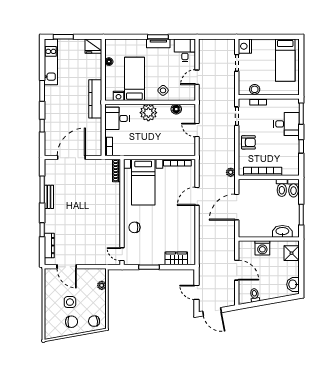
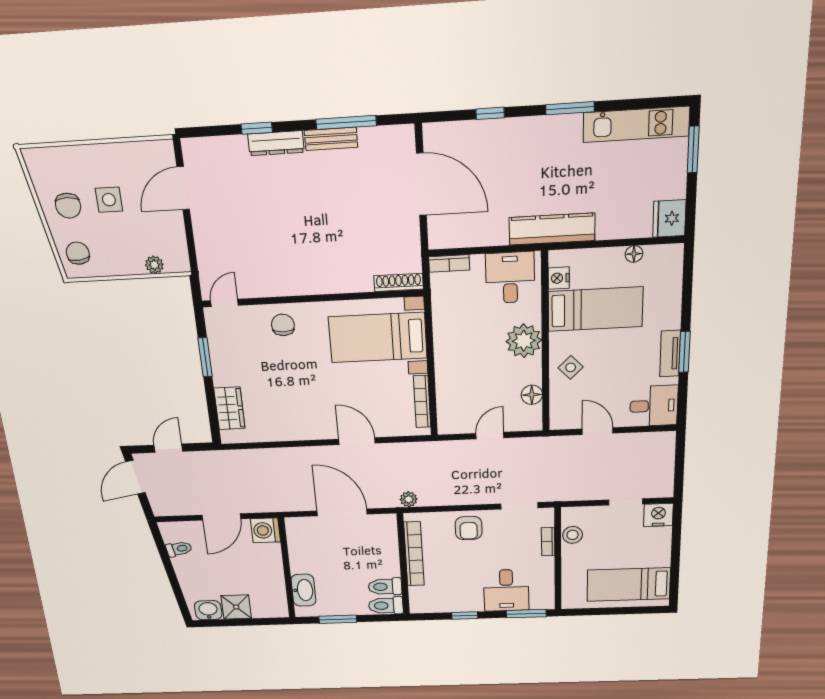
dresser: (49, 246) -> (276, 143), moved
washing machine: (262, 248) -> (266, 530), moved
shower: (292, 253) -> (236, 607), moved

